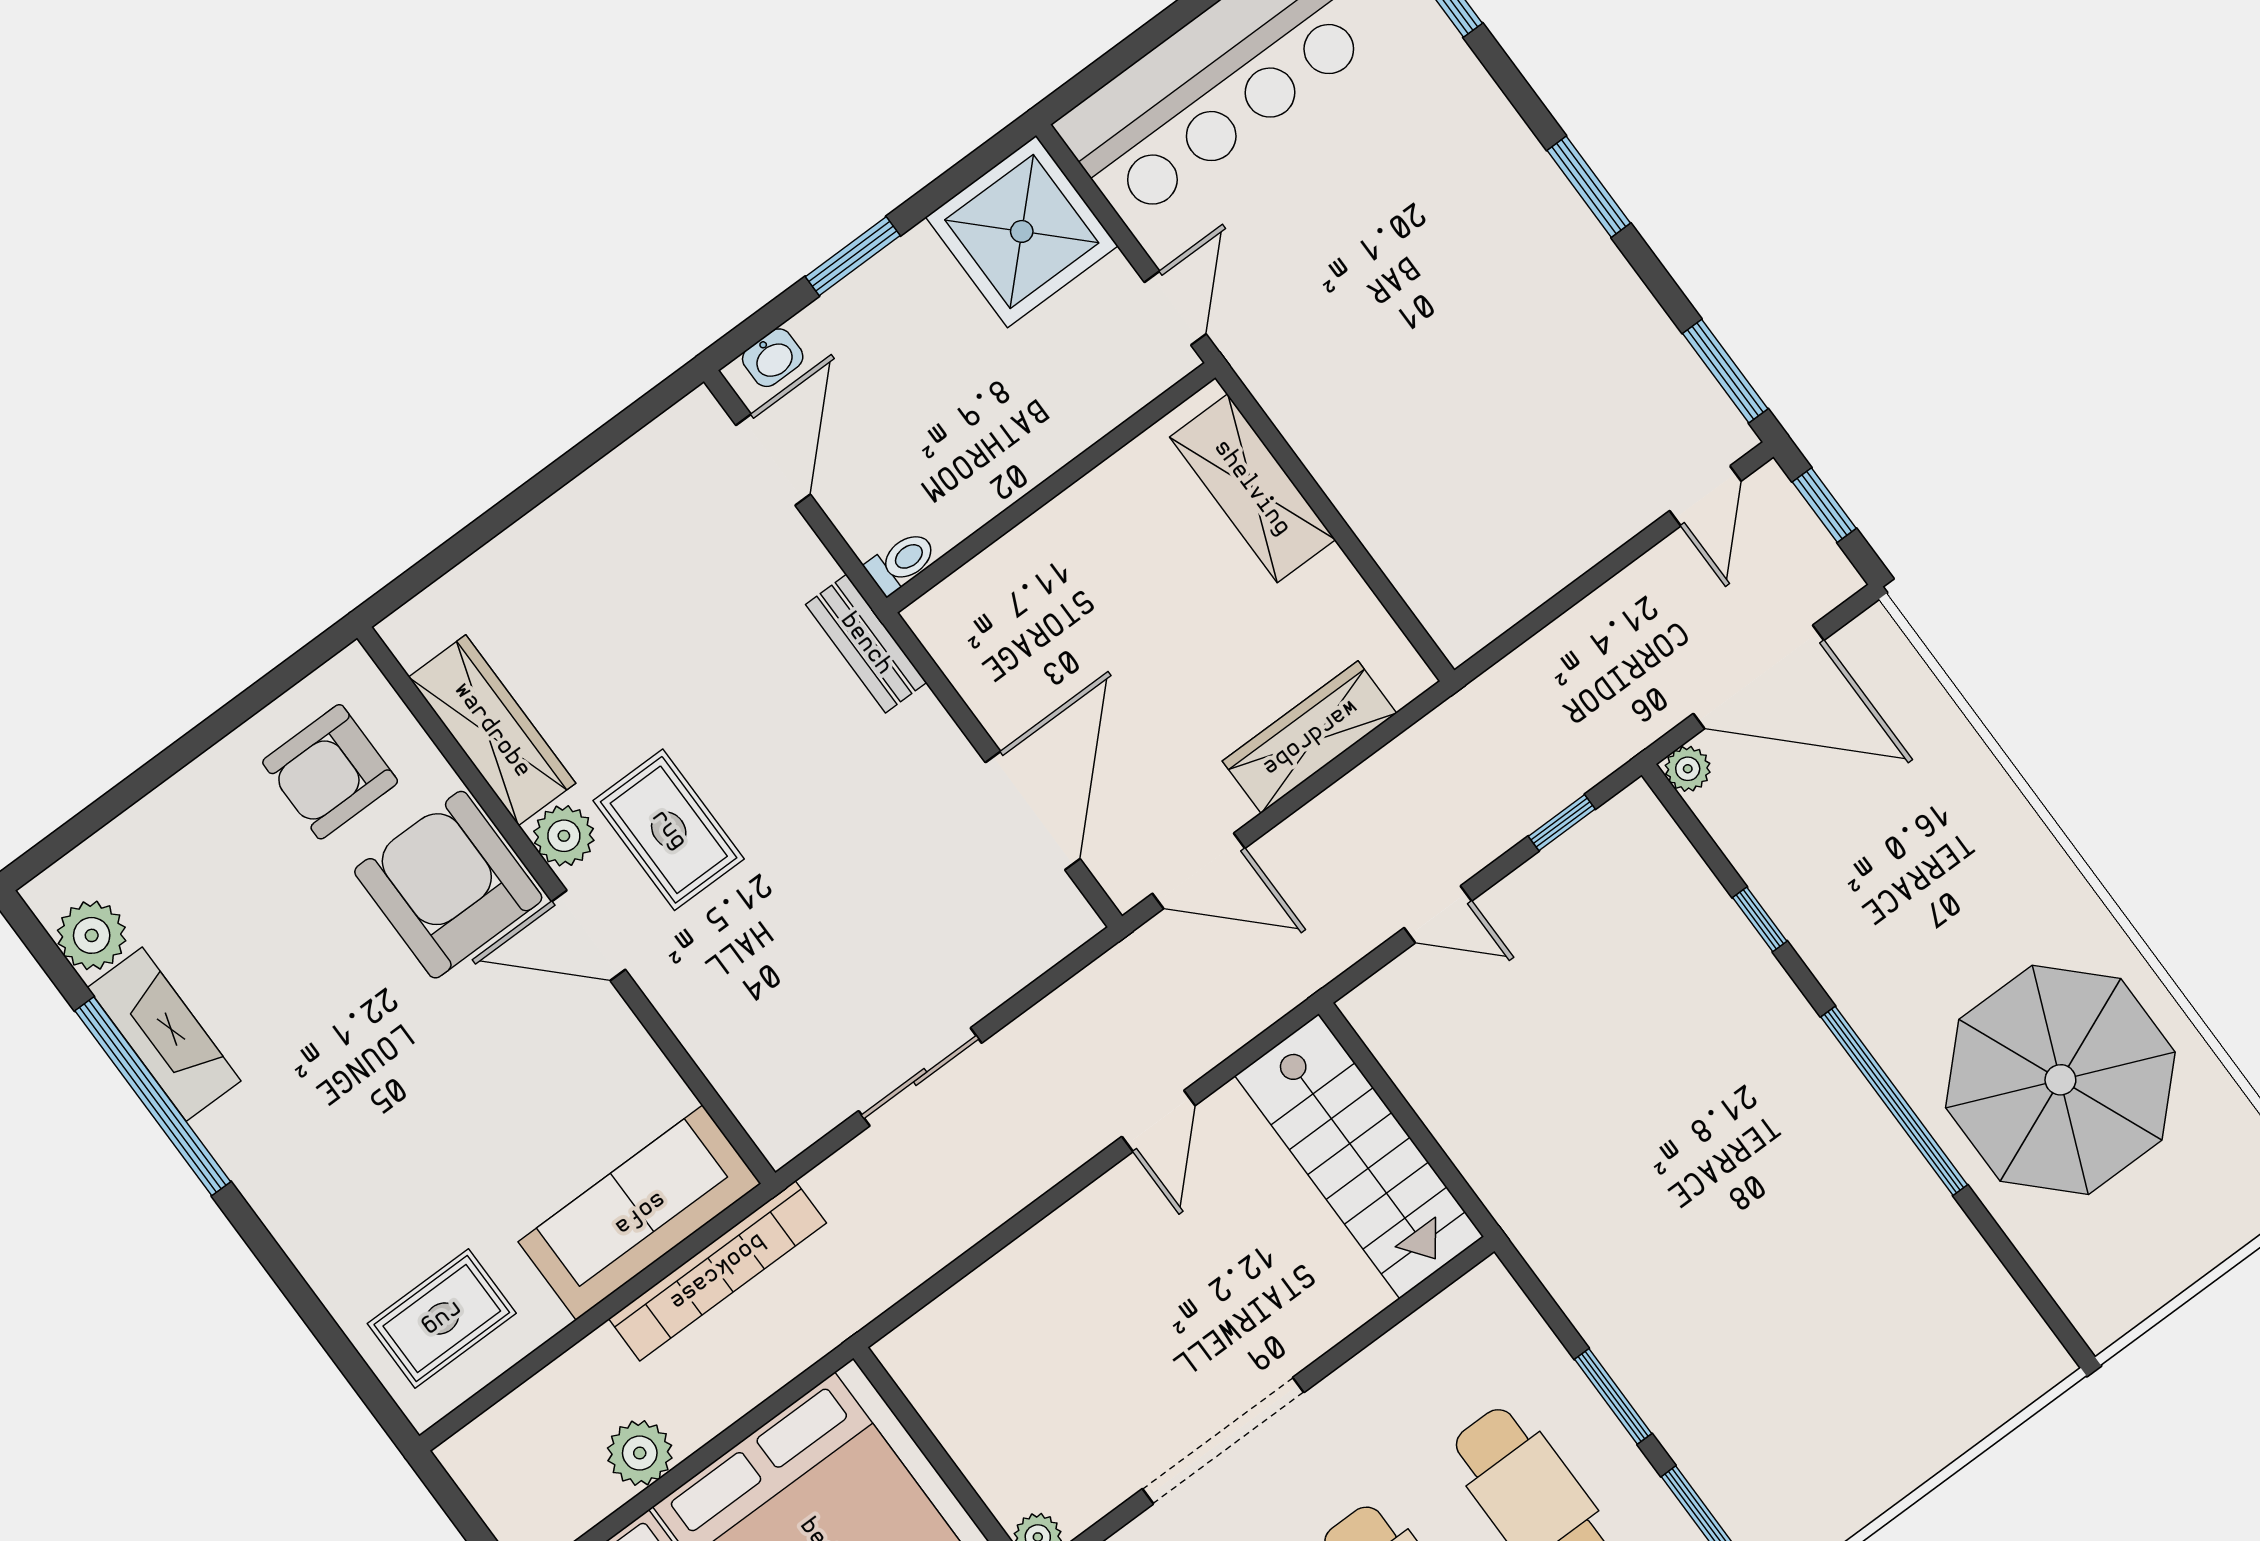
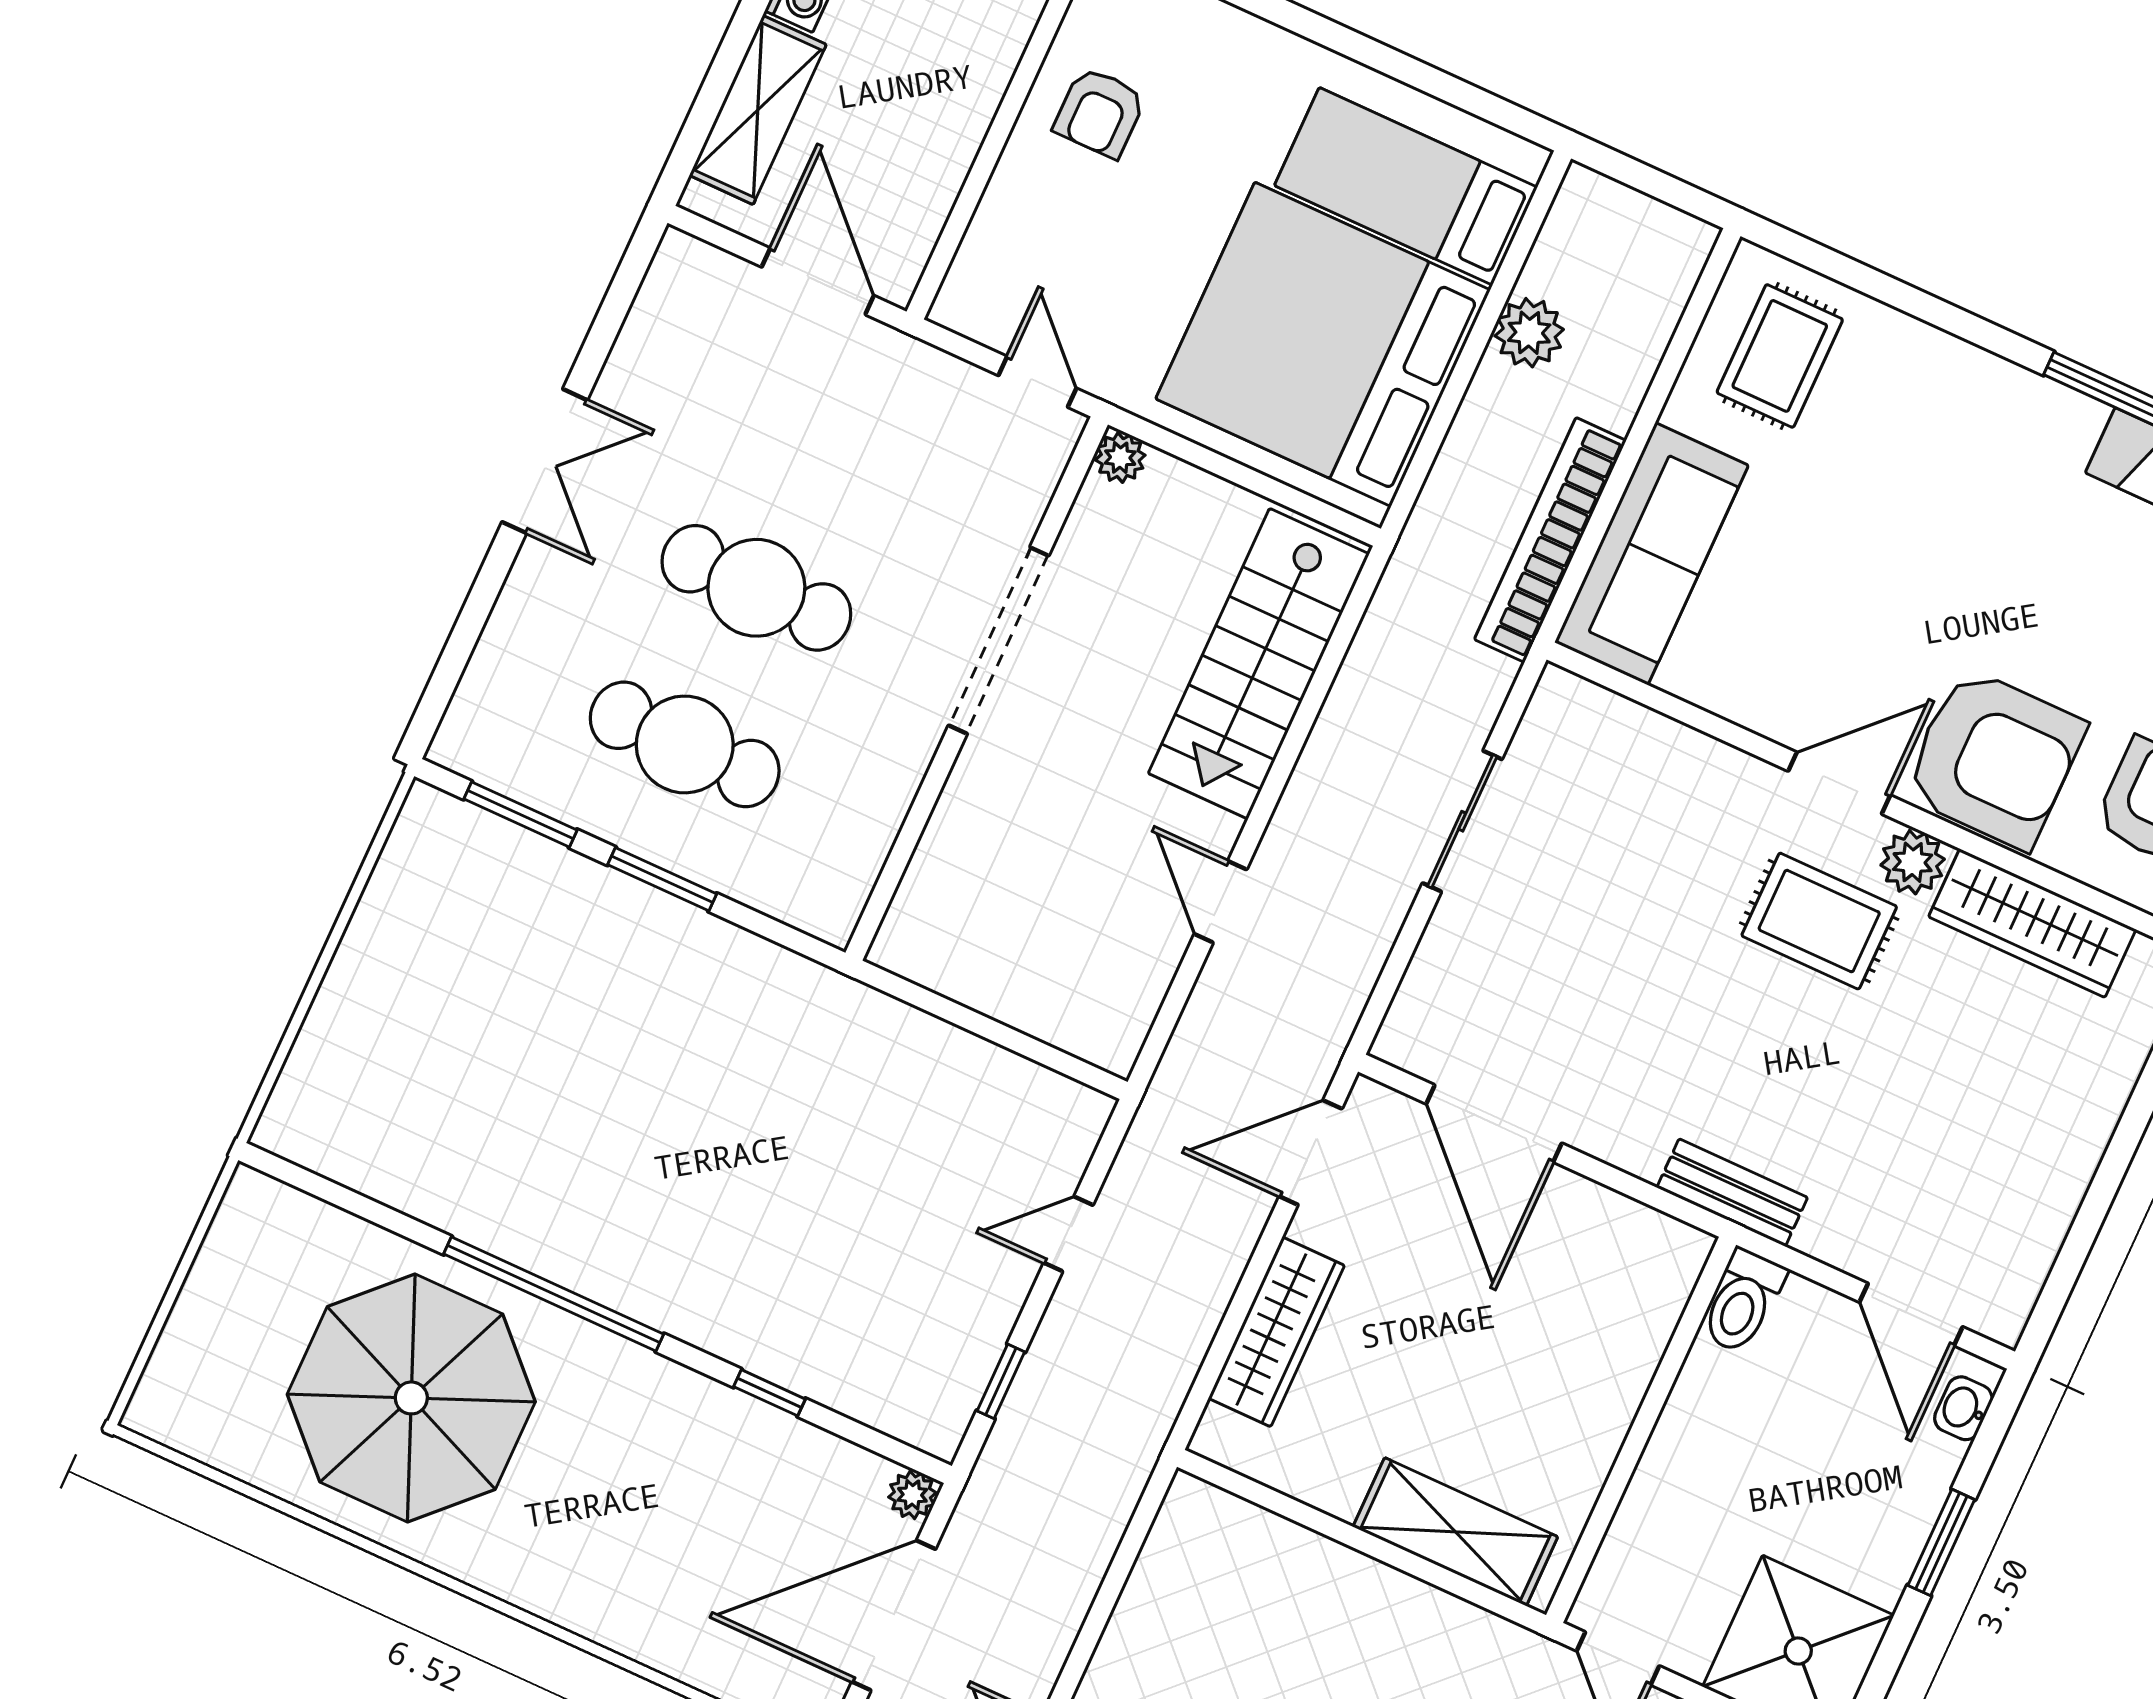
toilet: (901, 562) -> (1743, 1301), width x1.37, depth x1.39
stairs: (1359, 1156) -> (1259, 664), moved, turned -90

